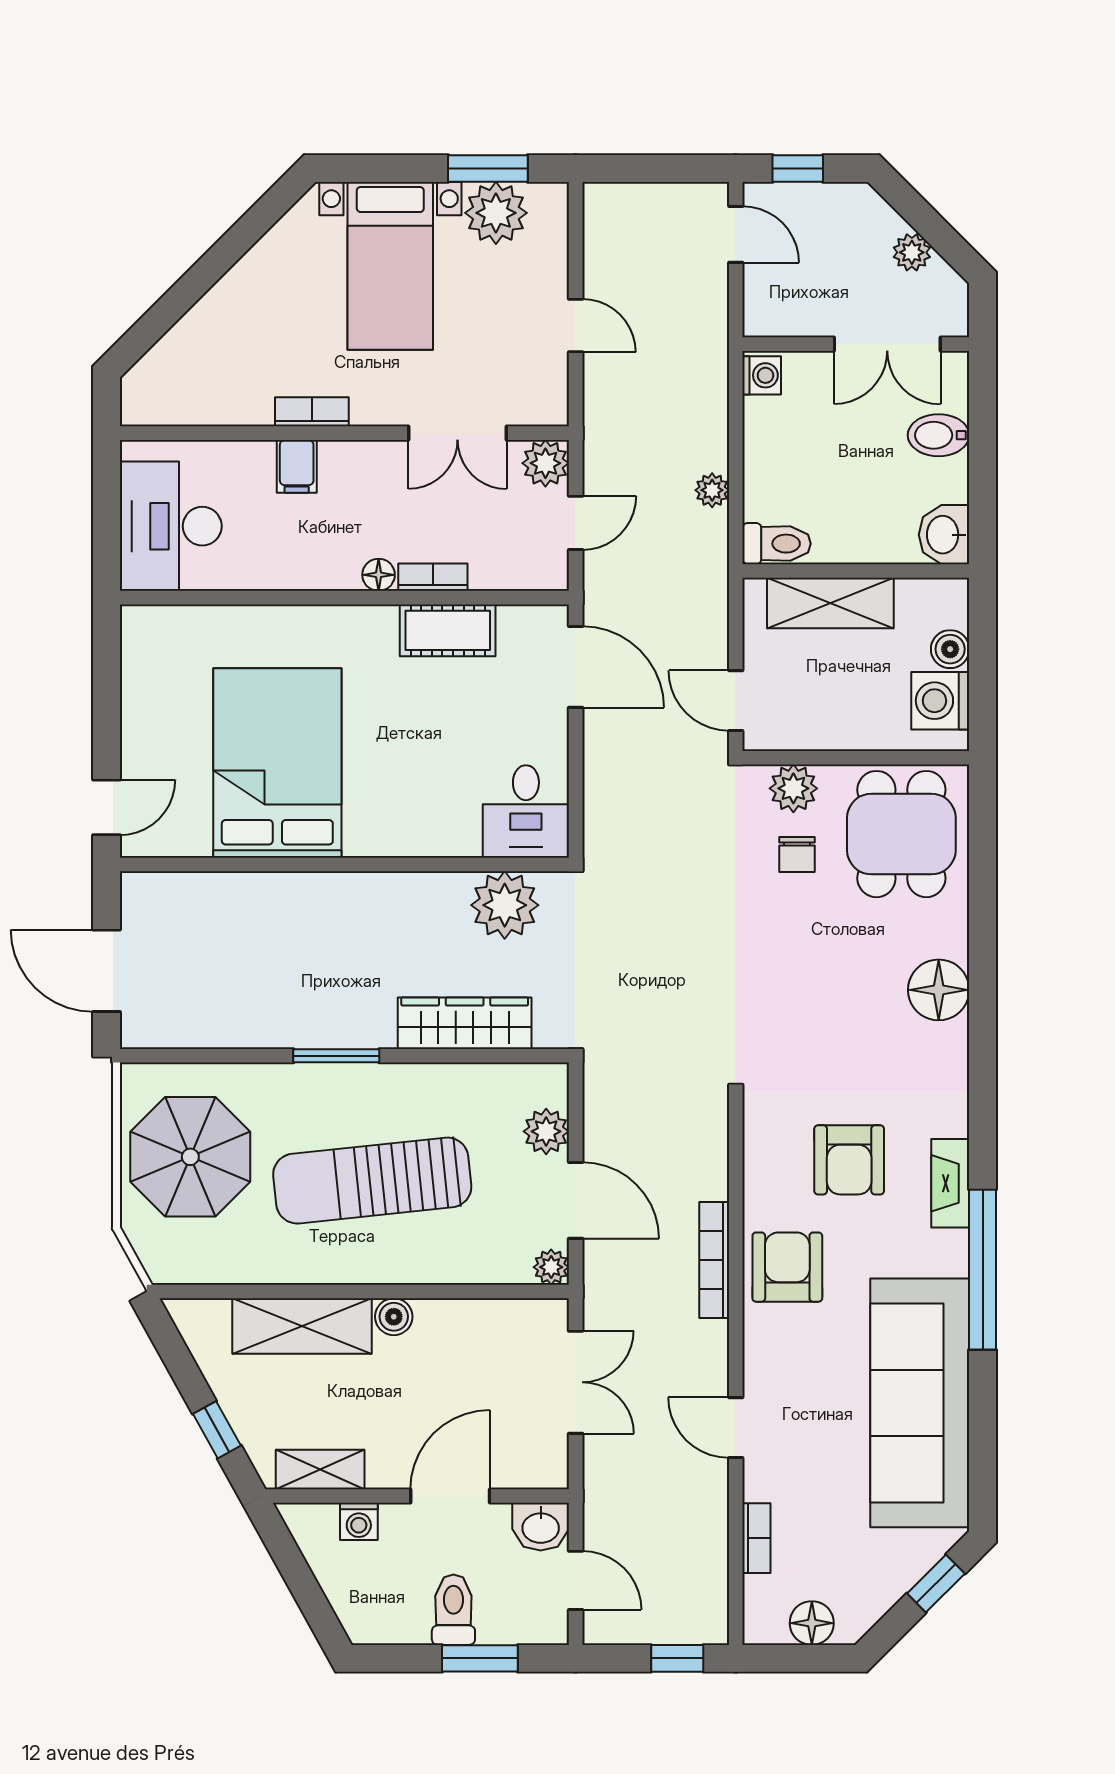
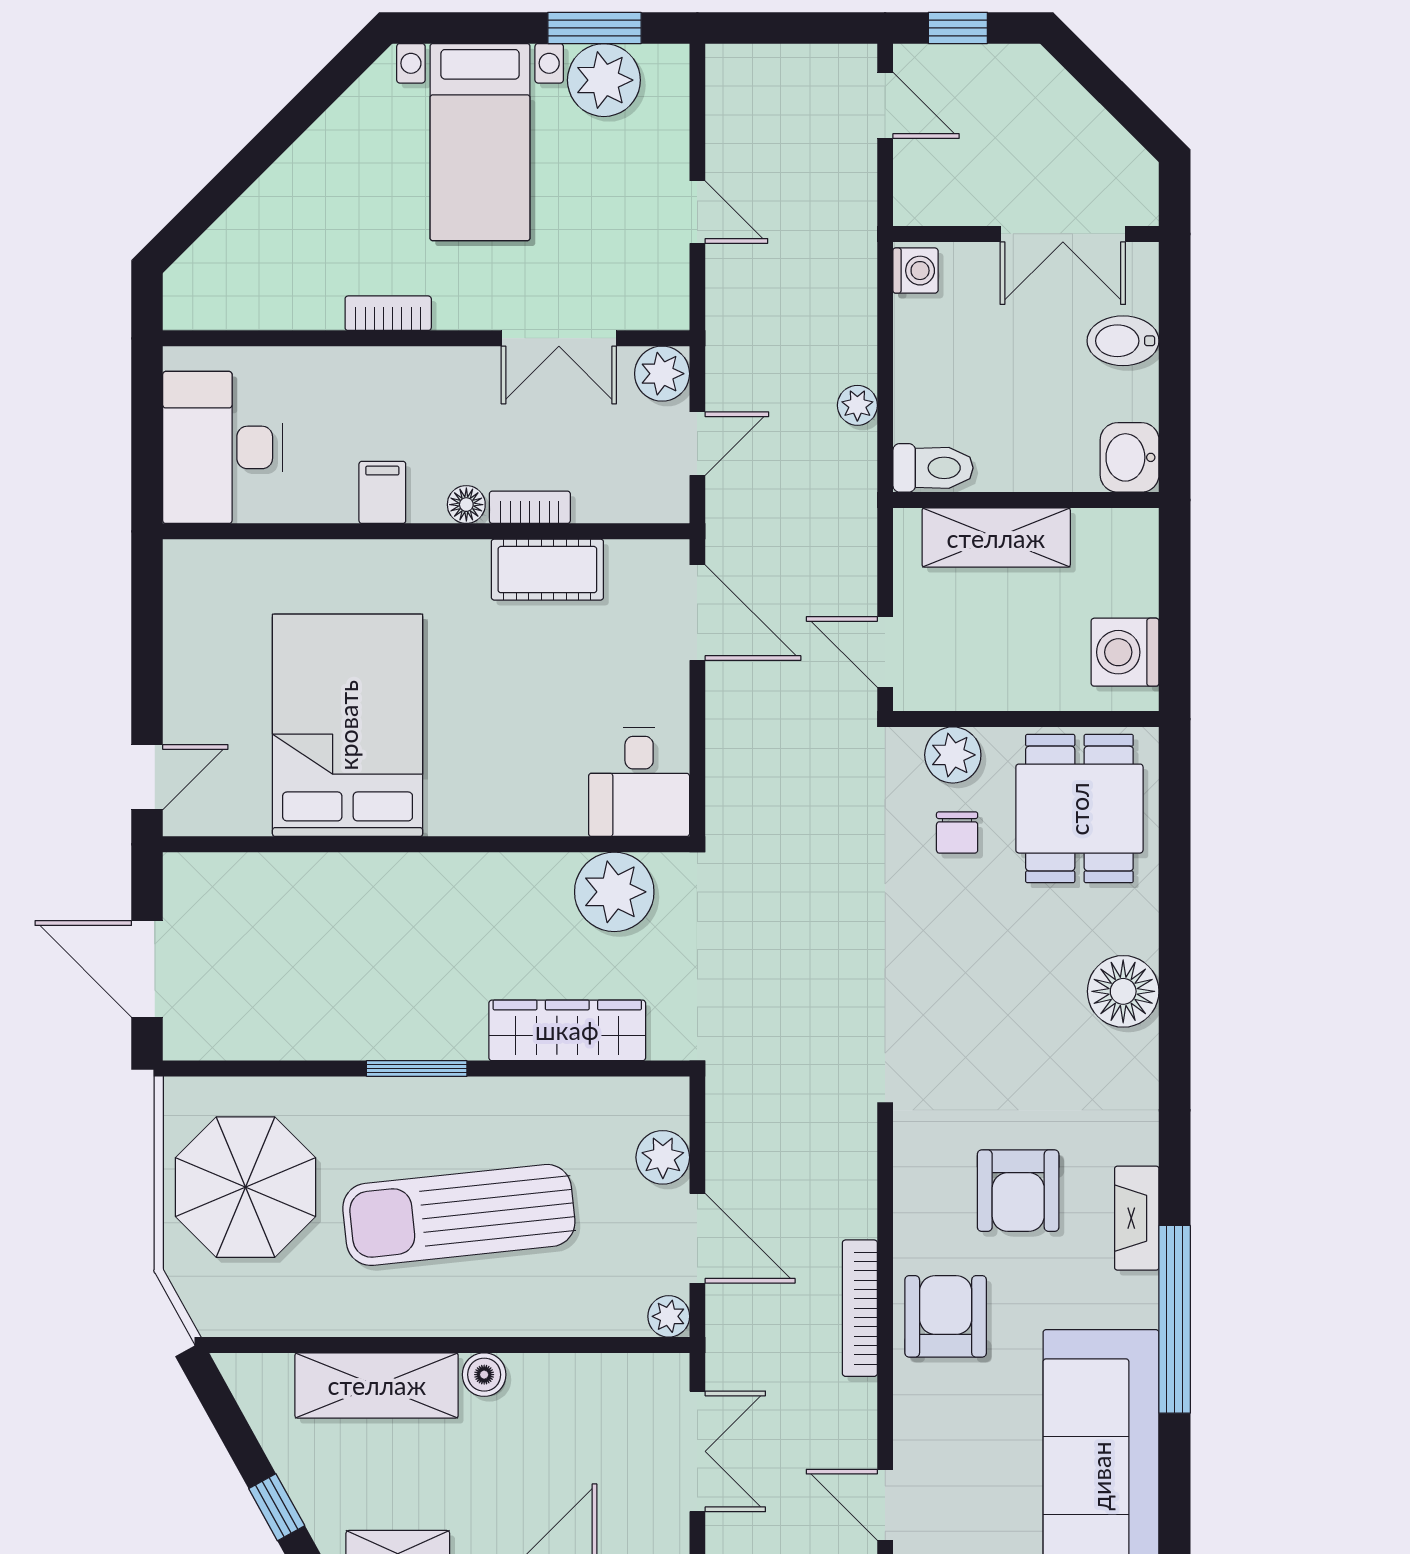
plant: (912, 252) -> (1092, 126), removed
filing cabinet: (297, 466) -> (382, 492), moved, turned 180
boiler: (950, 649) -> (1137, 592), removed

